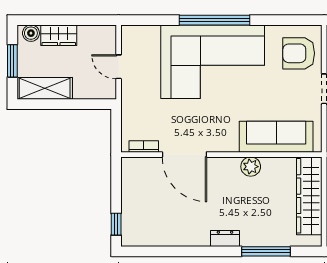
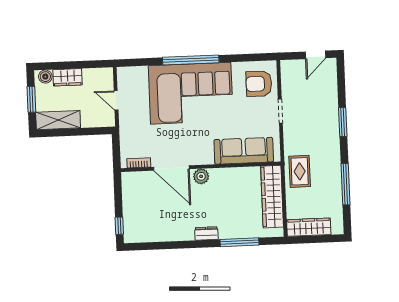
plant: (251, 167) -> (201, 176), moved

